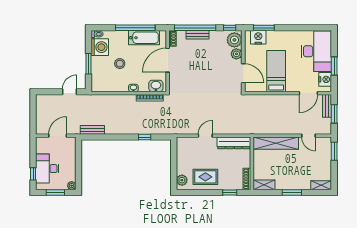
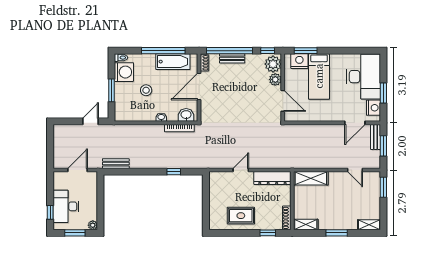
bed: (276, 71) -> (319, 76), moved, turned 180
shelving: (276, 143) -> (311, 178), width x0.68
plant: (182, 180) -> (215, 219), removed

